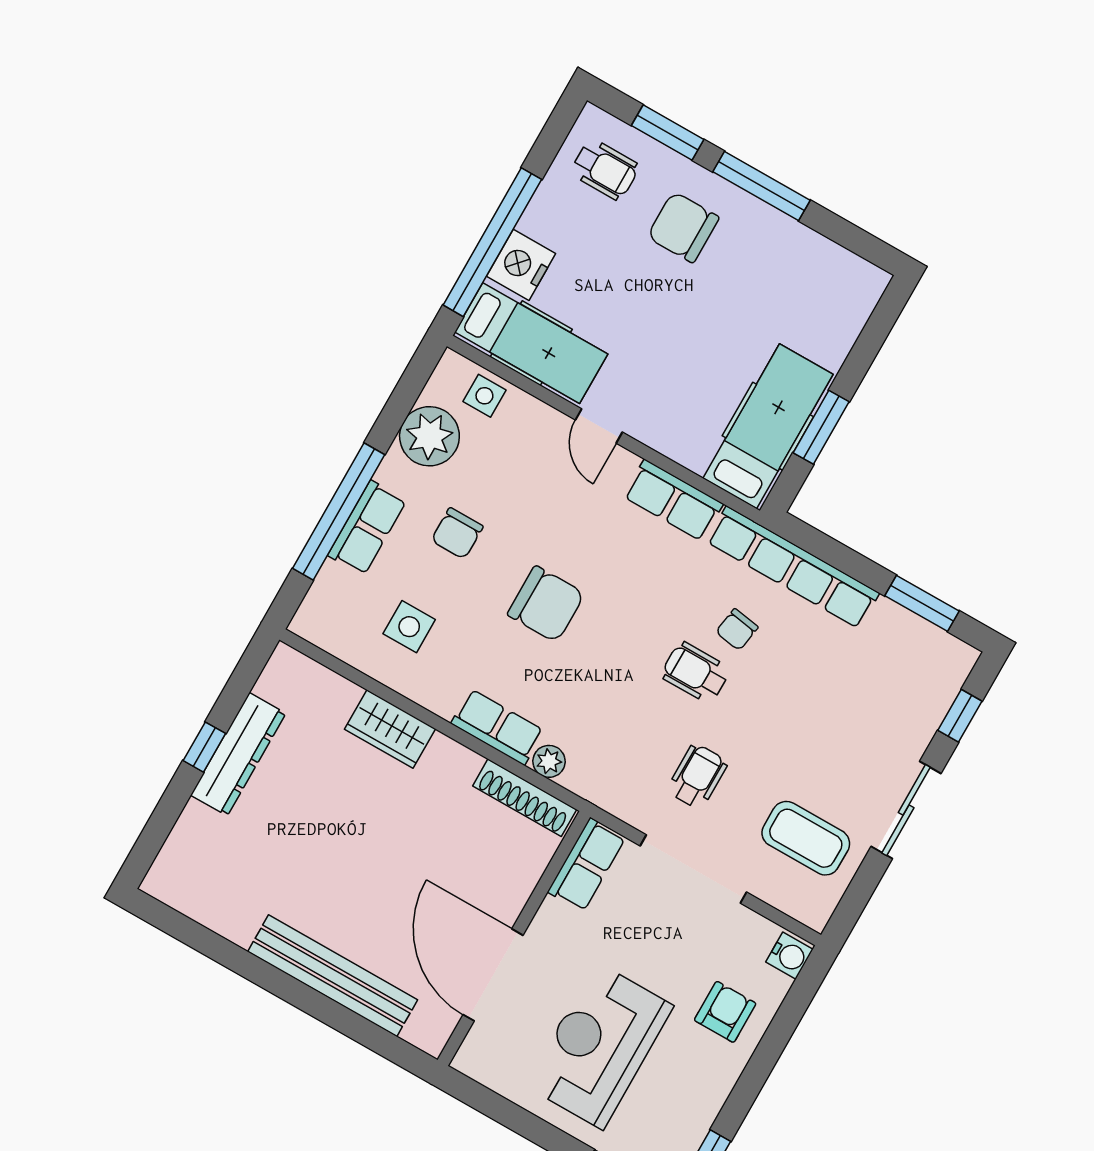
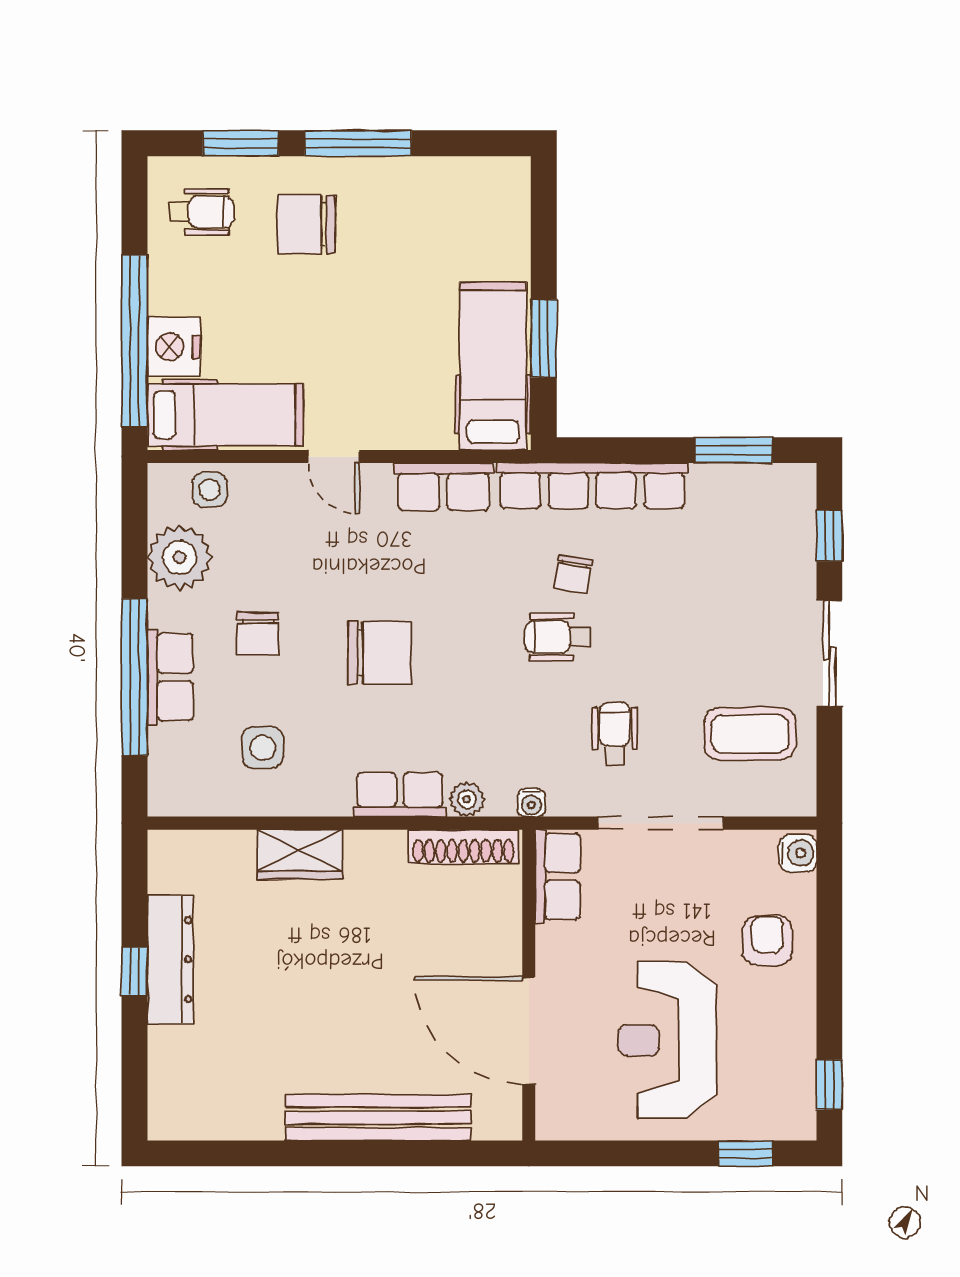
water cooler: (599, 794) -> (531, 803), added

